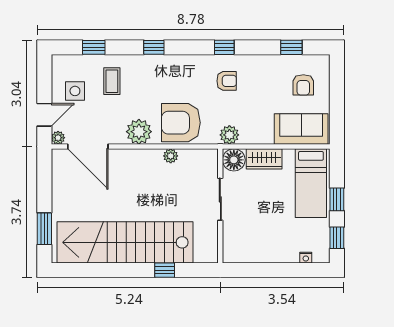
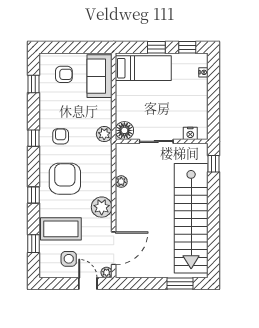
coffee table: (112, 81) -> (61, 229), width x1.86, depth x1.72
armchair: (181, 123) -> (65, 179), moved, turned 180
wardrobe: (264, 159) -> (124, 106), removed
nightstand: (230, 241) -> (190, 133), added
window: (165, 270) -> (213, 164), moved

